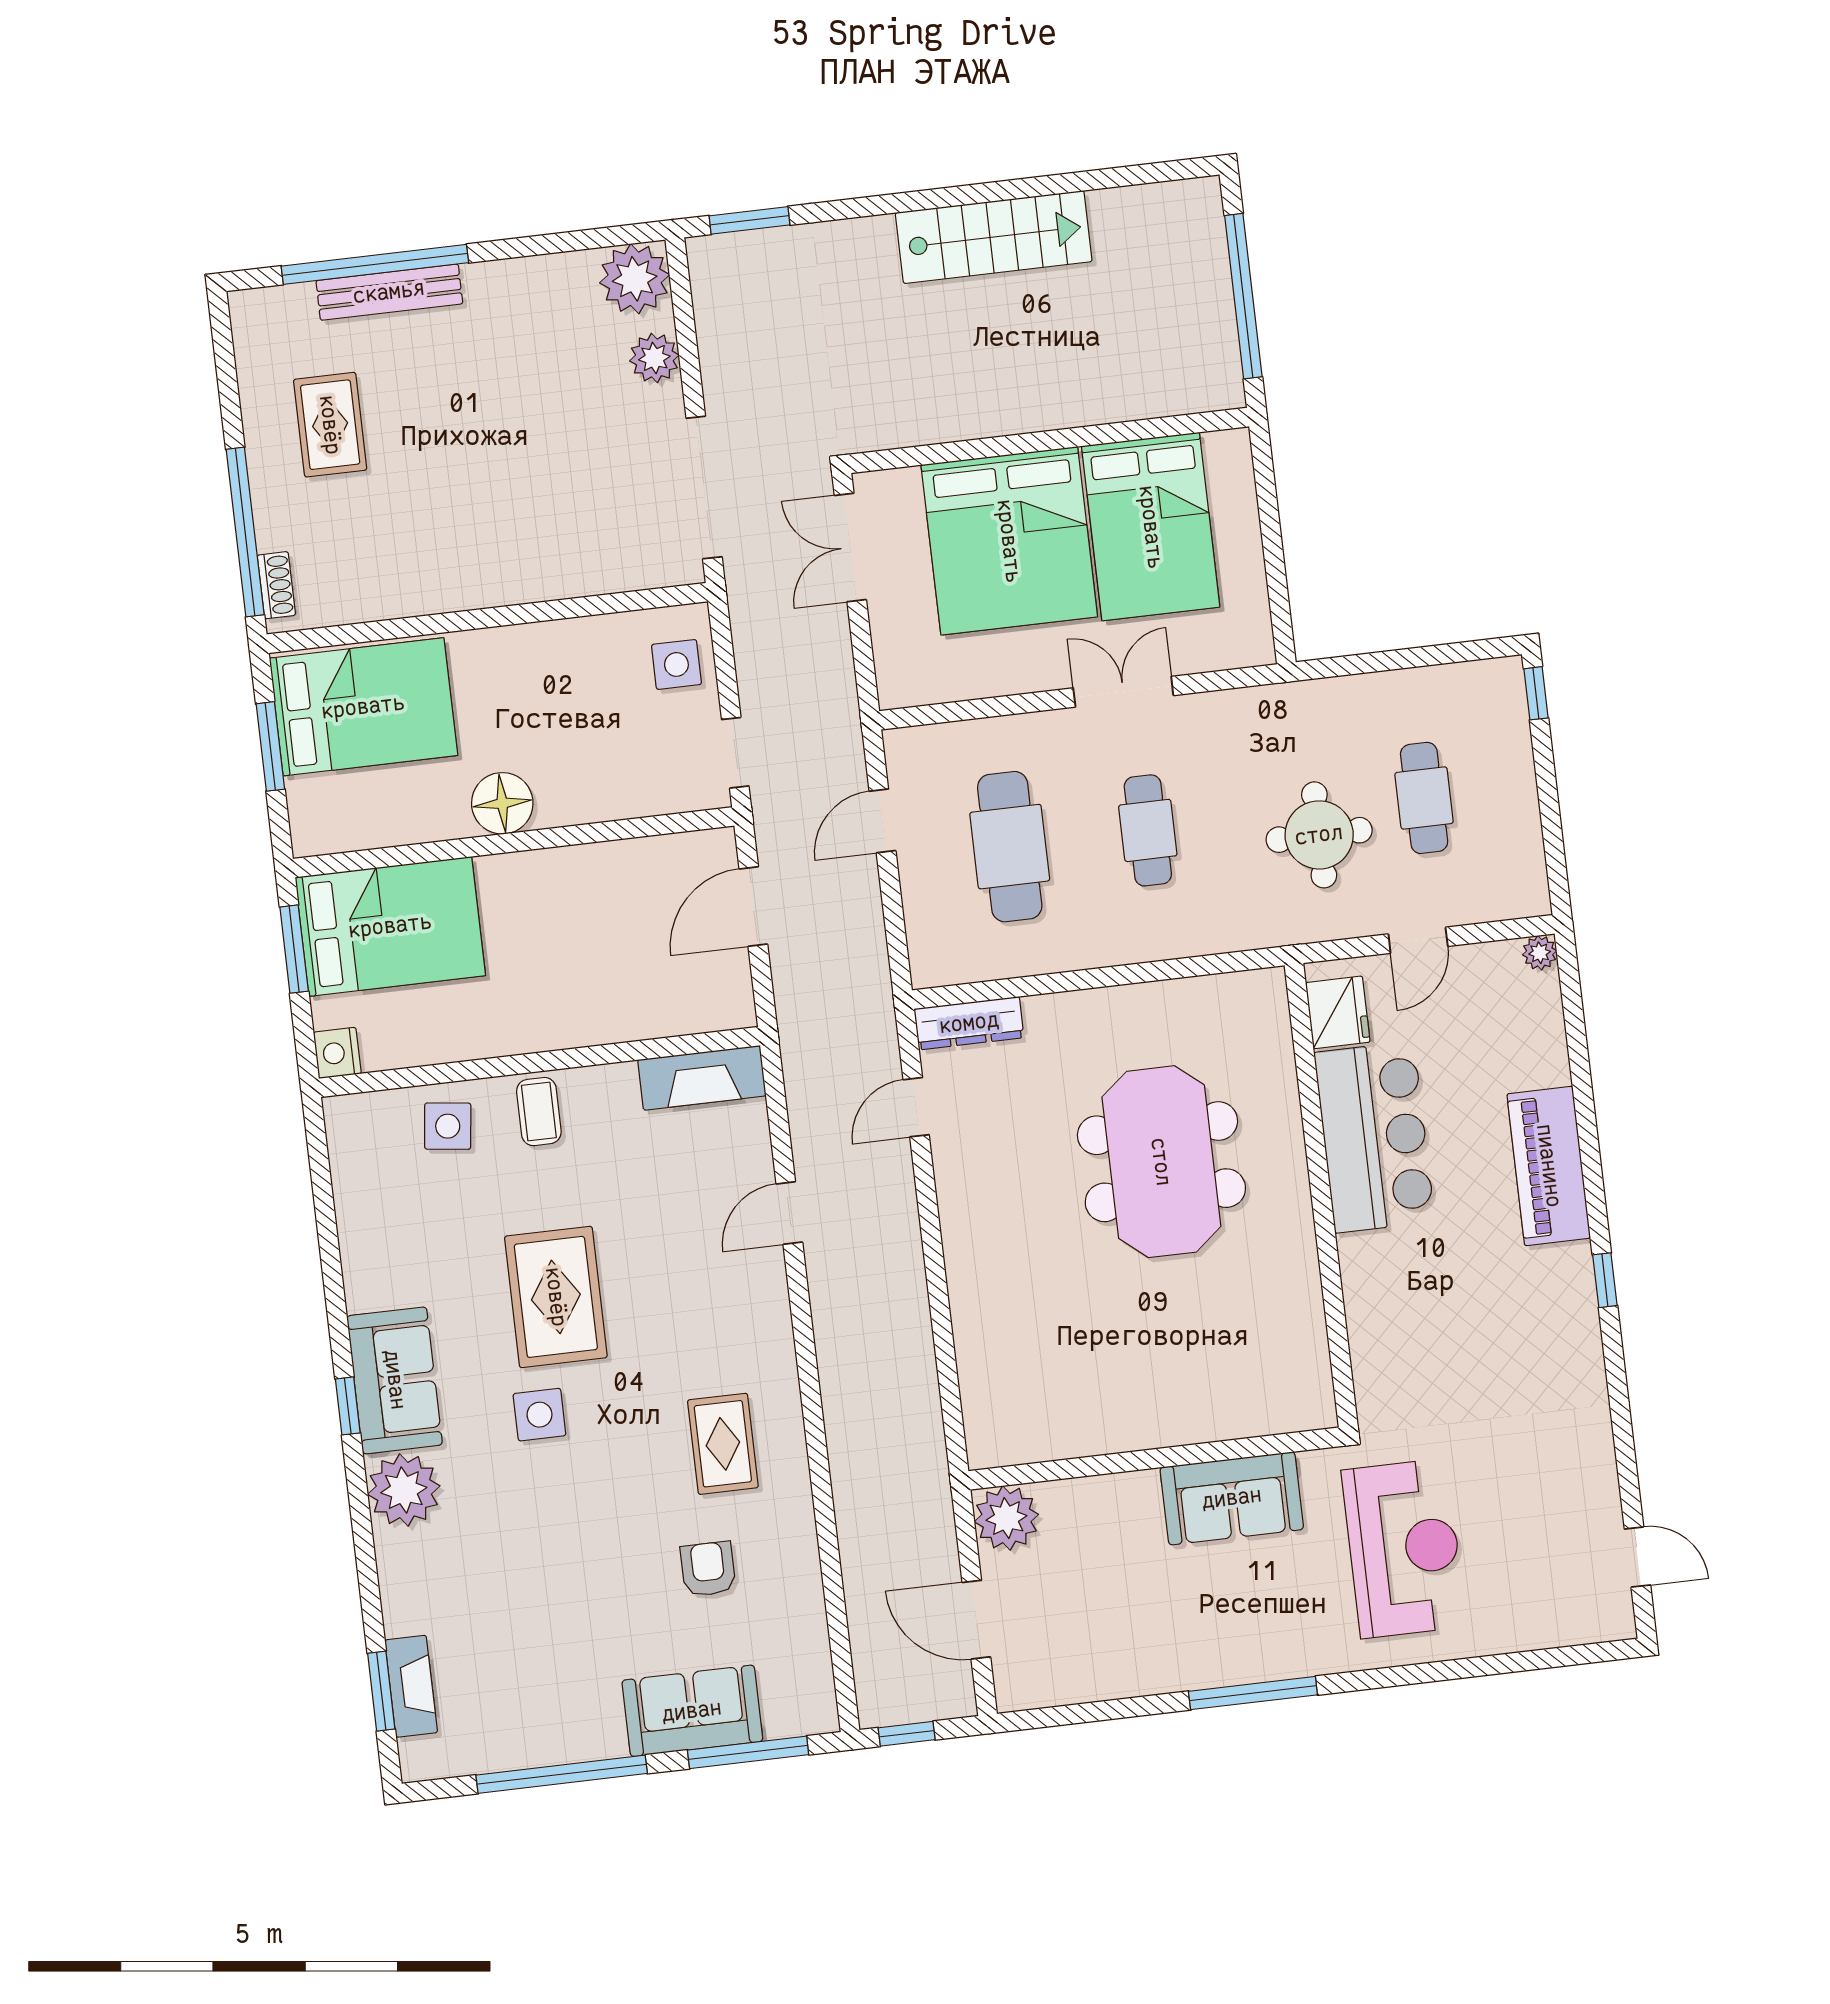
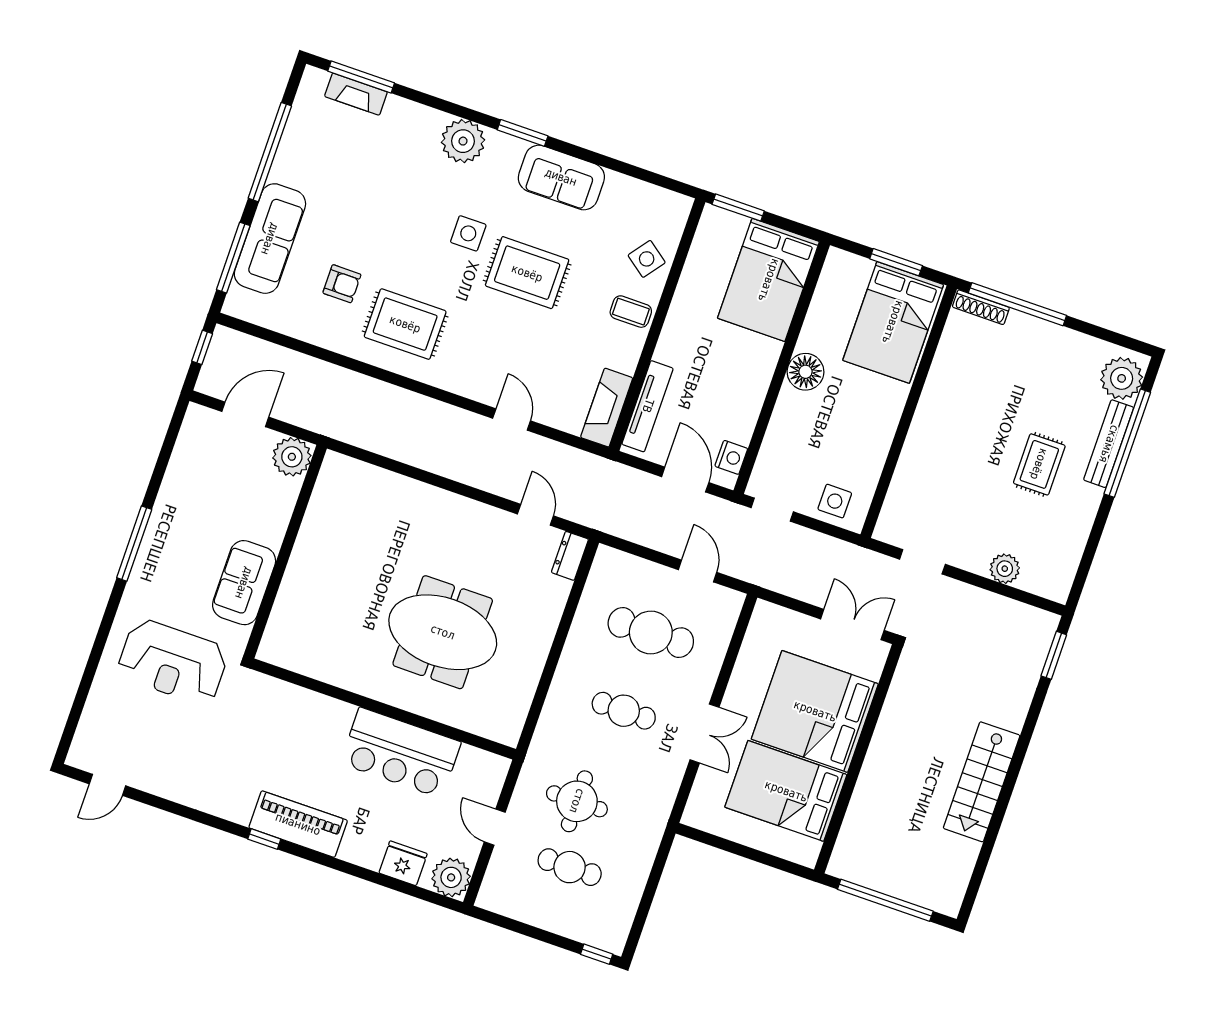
plant: (635, 279) -> (1122, 378), moved
rug: (330, 425) -> (1039, 464), moved, turned 90
doorway: (704, 488) -> (922, 562), width x0.53
shoe rack: (276, 585) -> (981, 307), width x1.43
window: (294, 949) -> (738, 208), moved
plant: (1540, 953) -> (451, 877), width x1.88, depth x1.88
fridge: (1338, 1012) -> (403, 863), moved, turned 180
tv unit: (670, 1017) -> (648, 406), added
dresser: (969, 1023) -> (570, 556), width x0.70
nightstand: (337, 1053) -> (731, 457), moved, turned 90
side table: (448, 1126) -> (647, 259), turned 30
piano: (1549, 1166) -> (298, 824), moved
sofa: (395, 1380) -> (561, 177), moved
window: (348, 1406) -> (523, 133), width x1.50
rug: (723, 1444) -> (405, 324), width x1.36, depth x1.43
window: (381, 1691) -> (361, 77), width x1.44
sofa: (692, 1711) -> (270, 239), width x1.36

